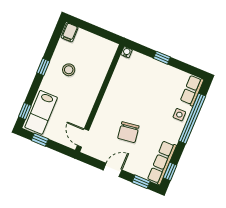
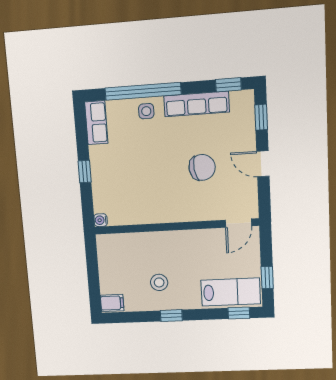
row of seats: (192, 90) -> (96, 123), moved, turned -90
row of seats: (162, 163) -> (197, 104), moved

